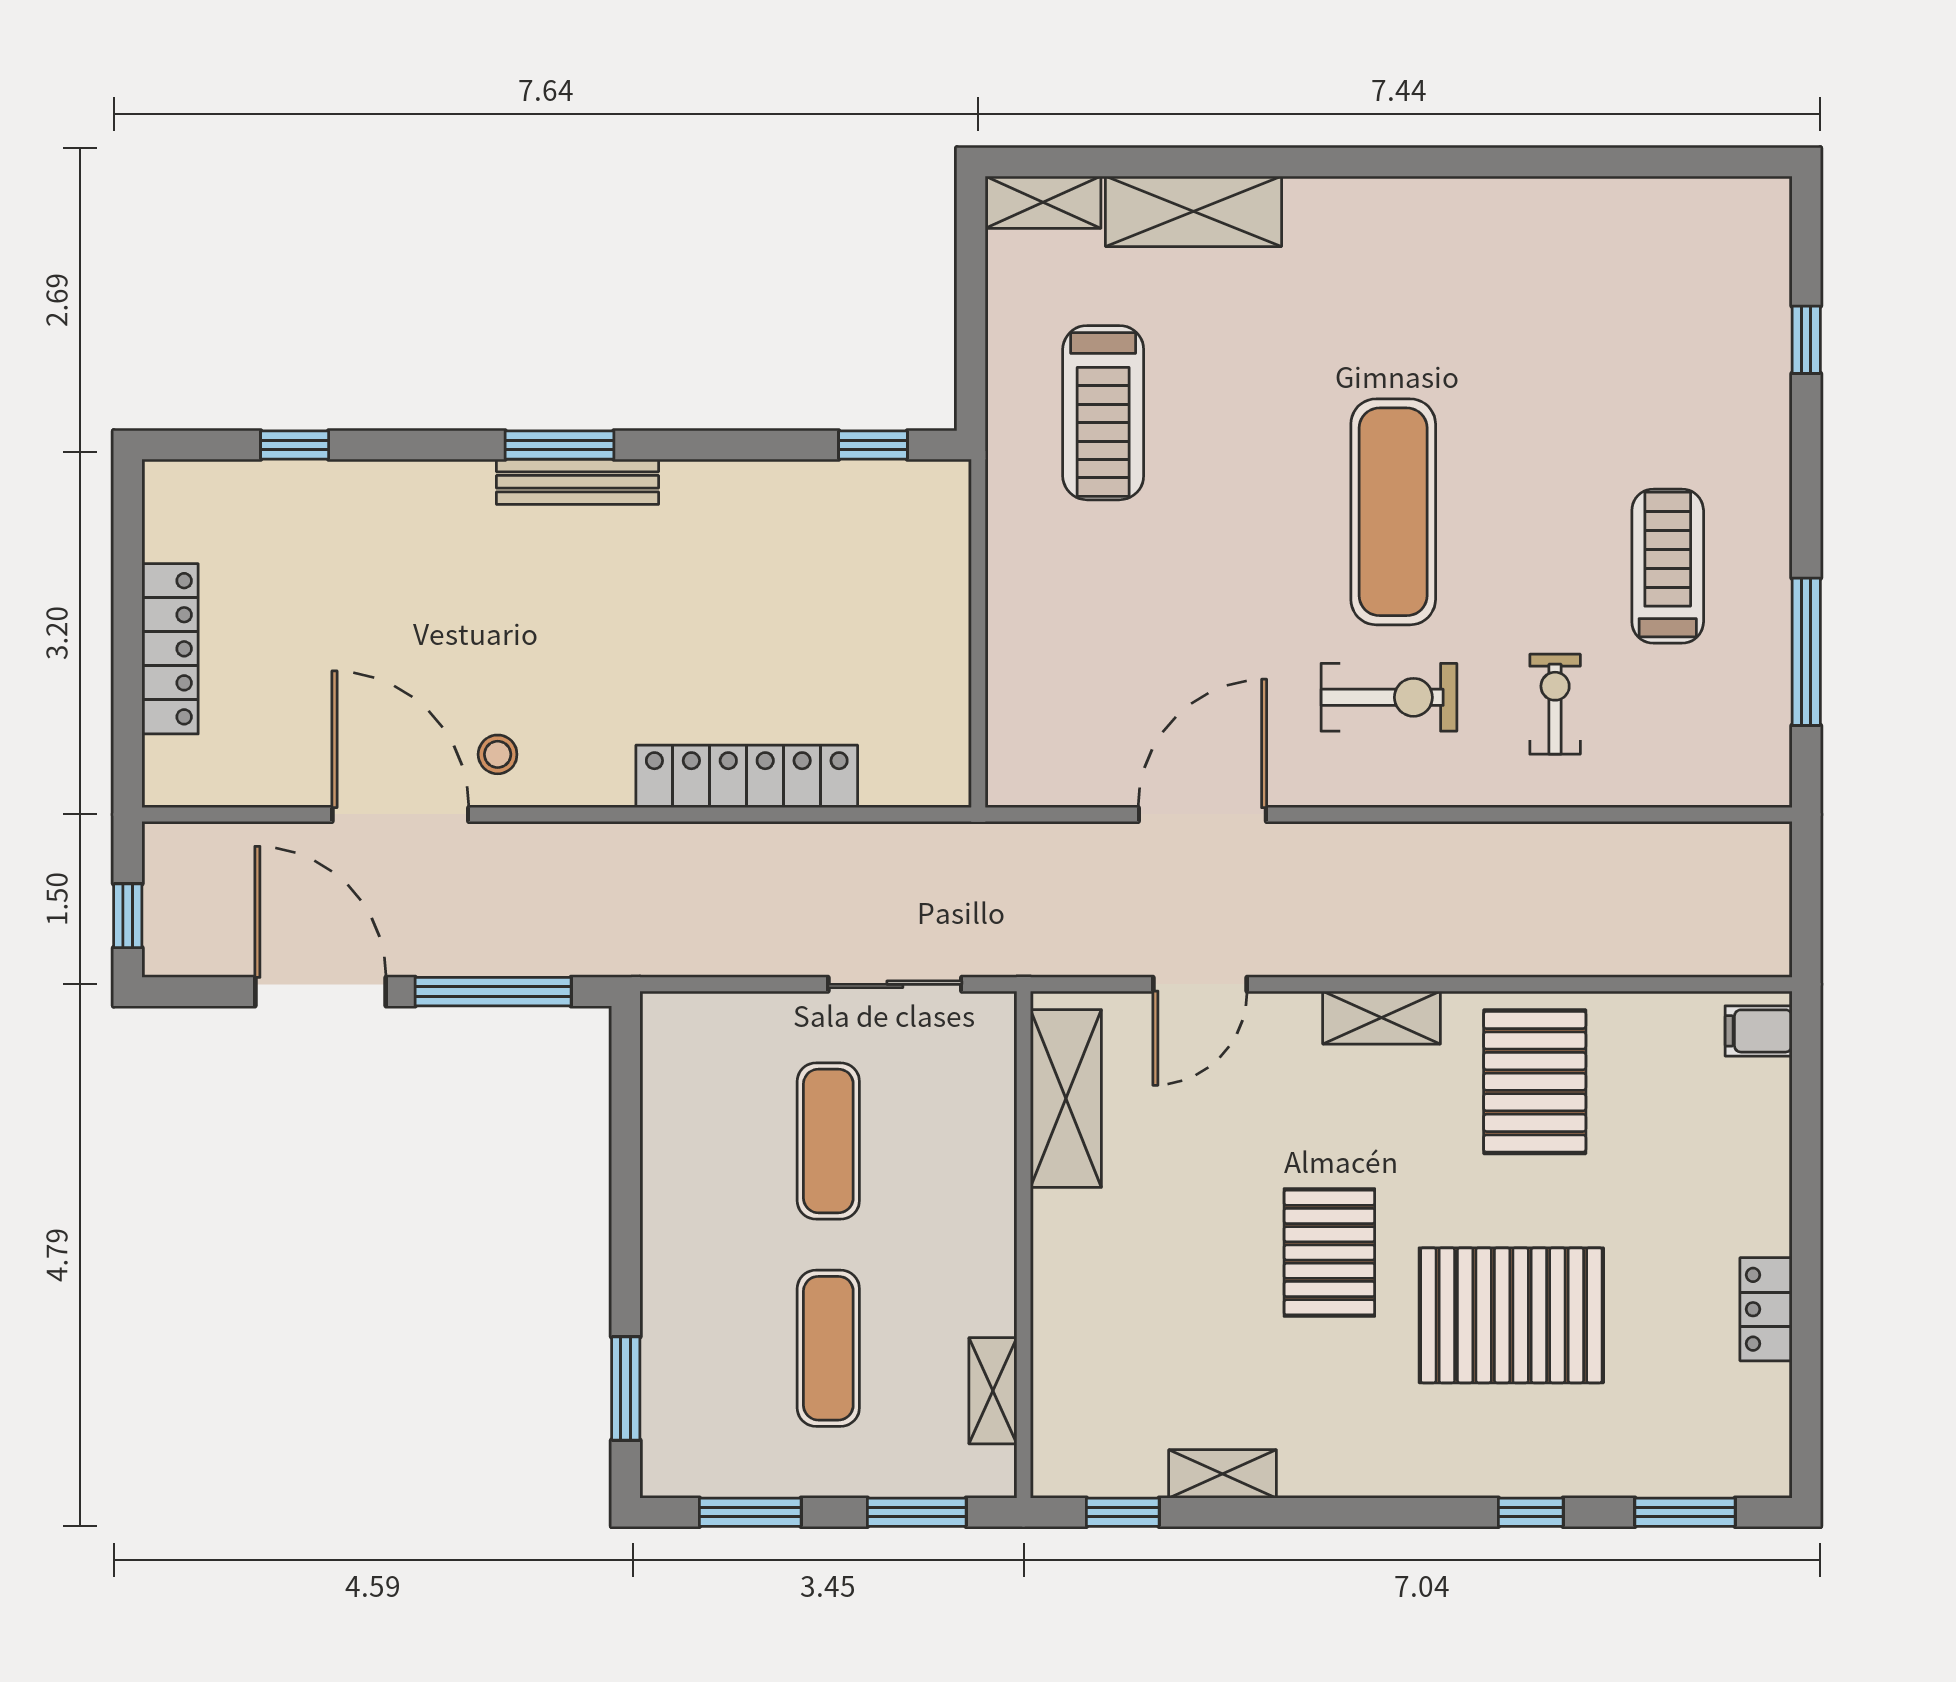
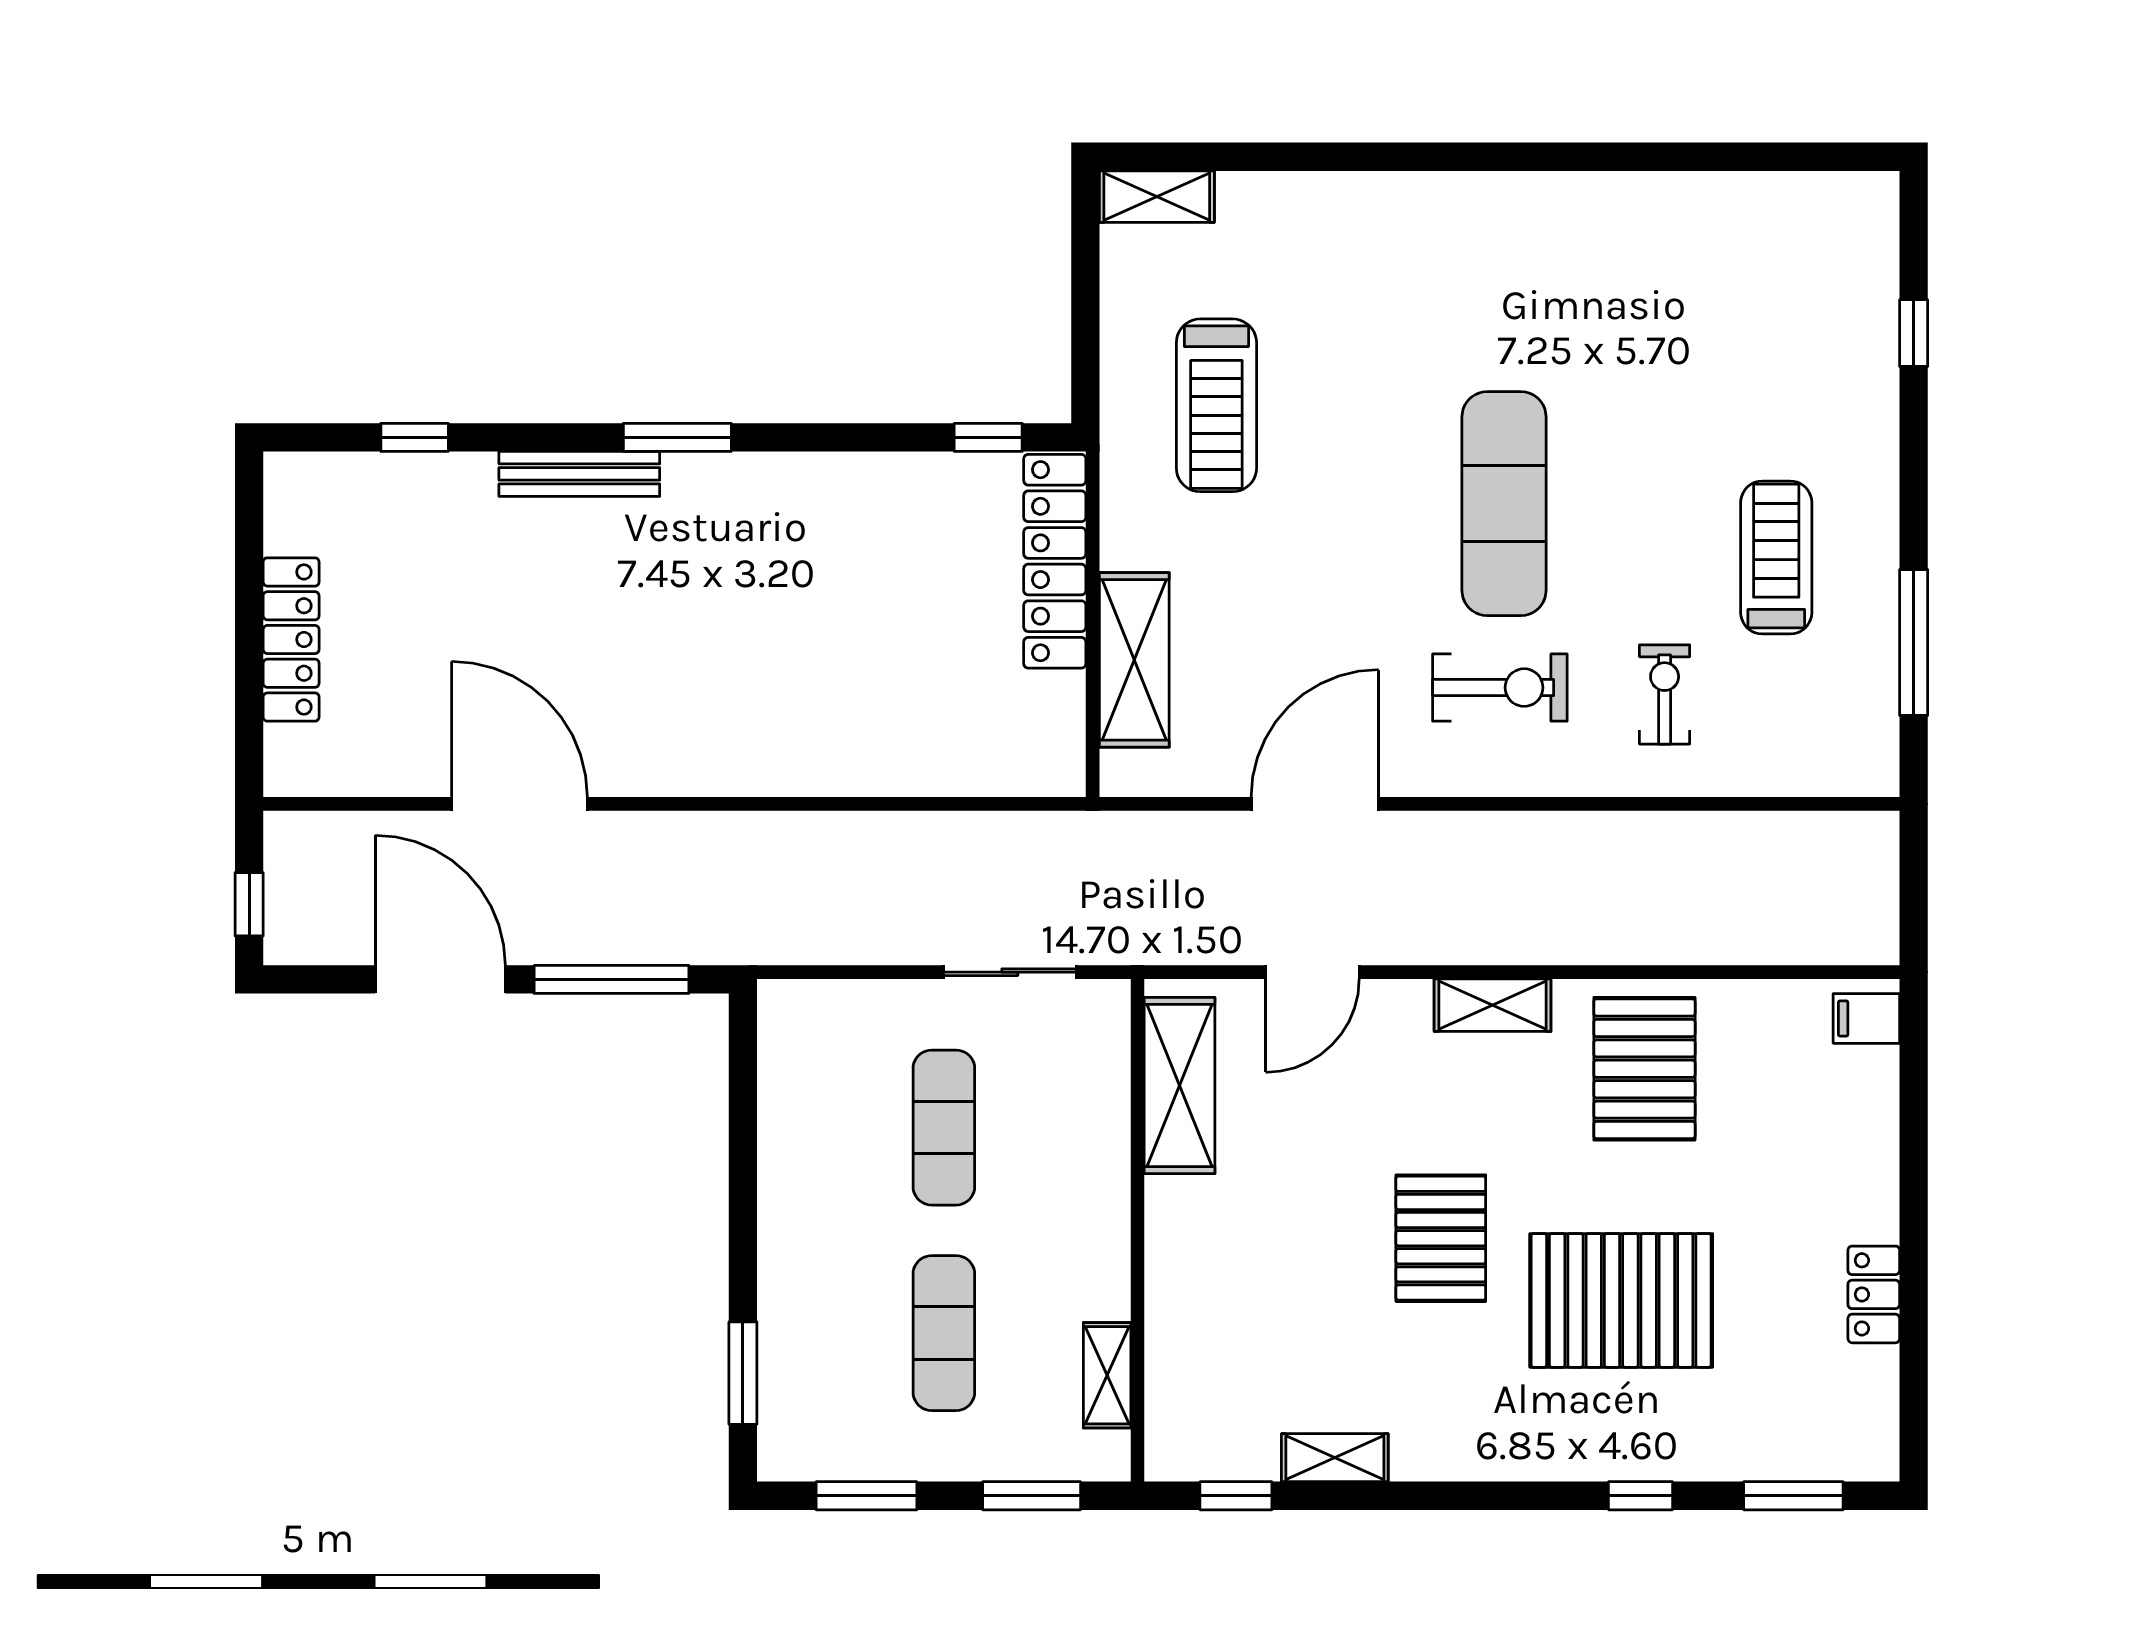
shelving: (1194, 211) -> (1134, 660), moved, turned 90
bench: (578, 482) -> (579, 474), moved
stool: (498, 754) -> (616, 744), removed
locker: (747, 776) -> (1055, 561), moved, turned -90

